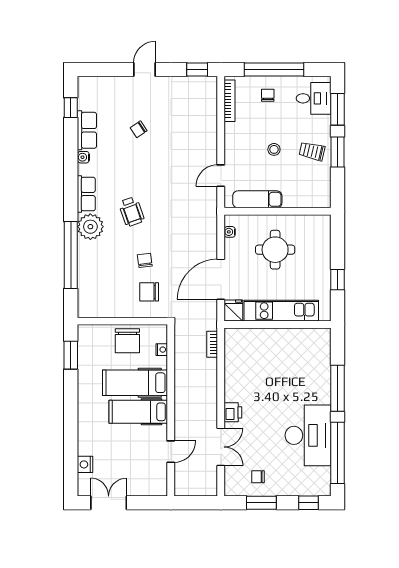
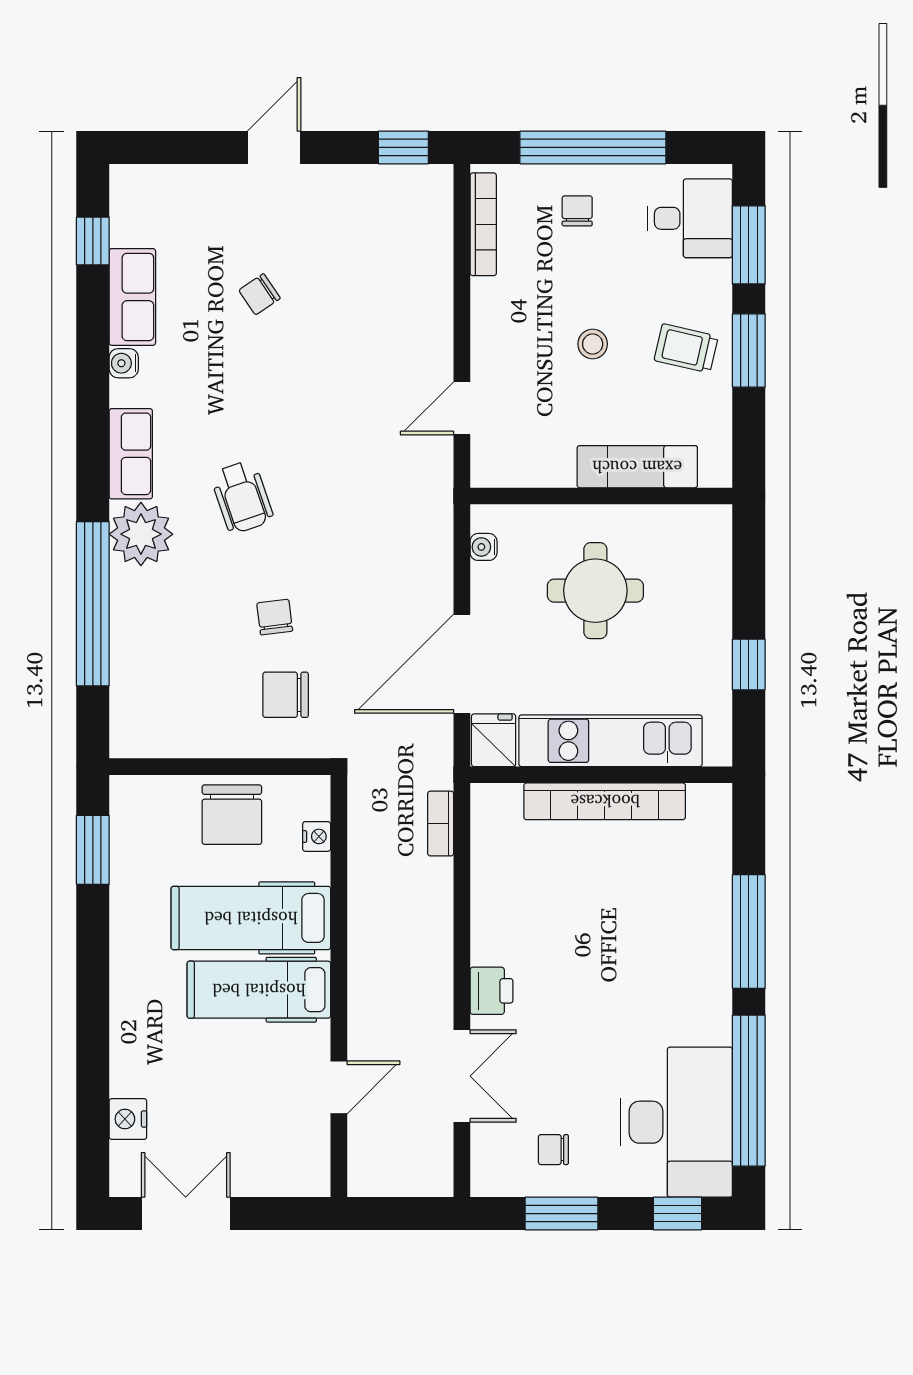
exam couch: (257, 199) -> (637, 467), moved
bookcase: (279, 335) -> (605, 801), added
desk: (308, 435) -> (676, 1122), moved

